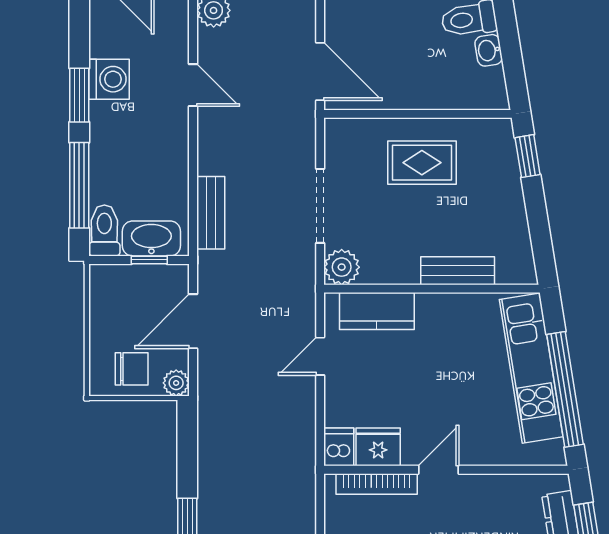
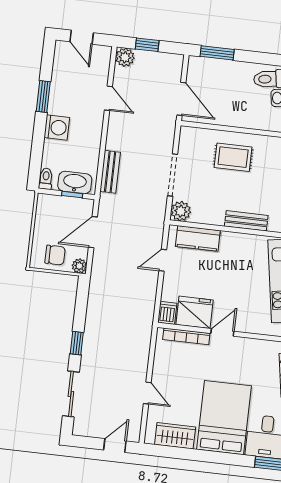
washing machine: (109, 79) -> (57, 128), moved
window: (79, 185) -> (37, 148), removed
toilet: (104, 231) -> (46, 179), width x0.73, depth x0.72
fridge: (378, 447) -> (195, 312), width x1.36, depth x1.34

